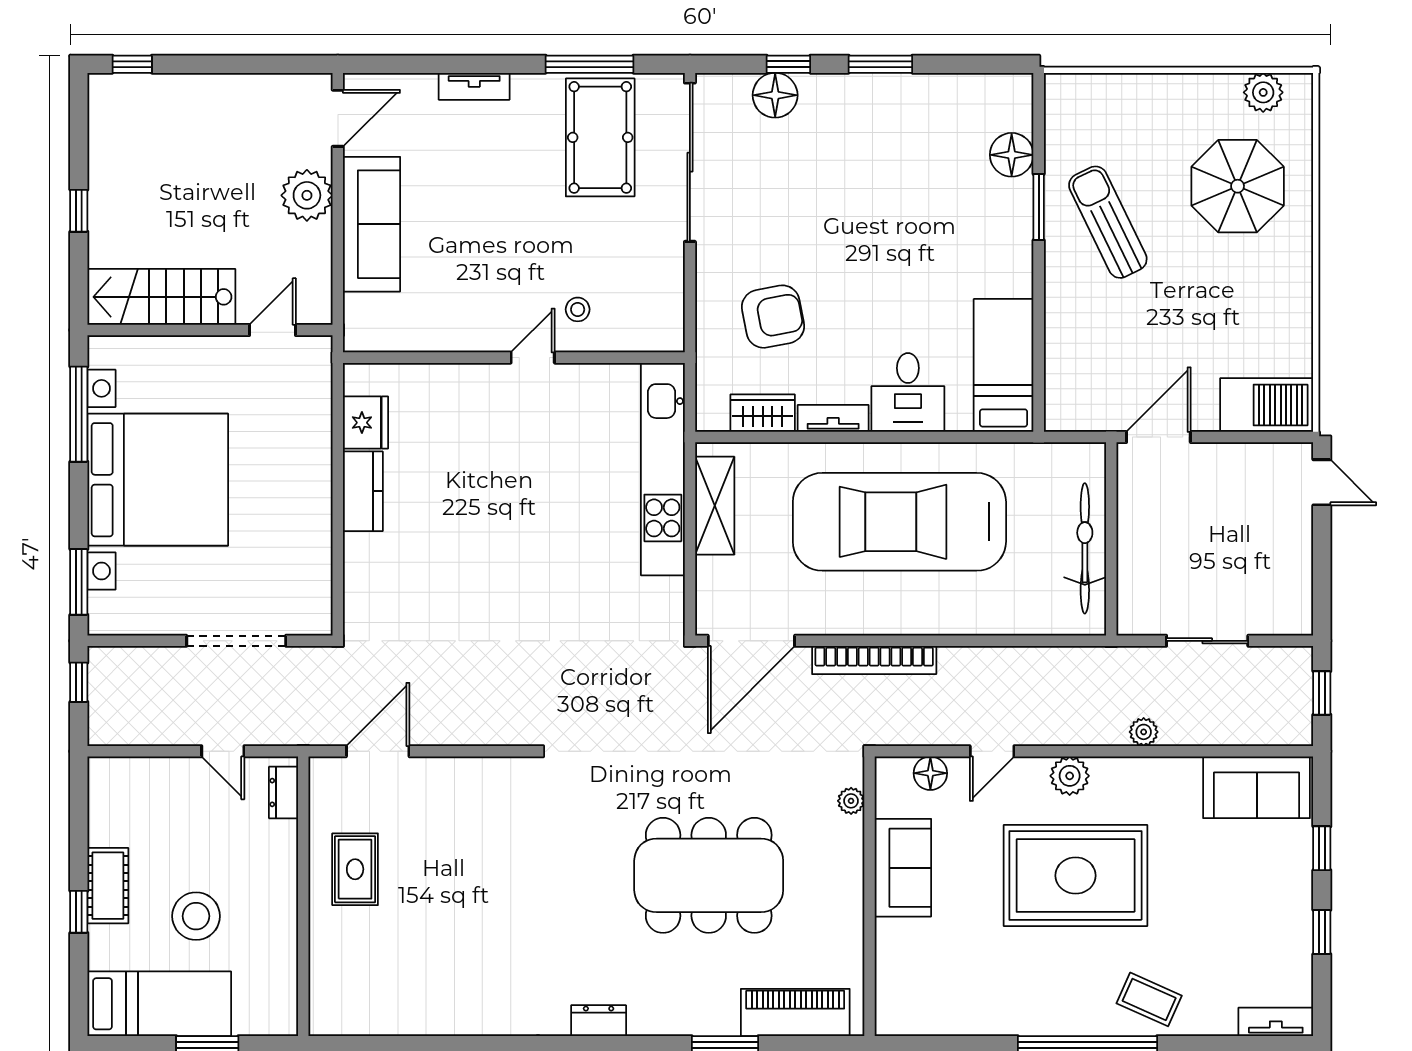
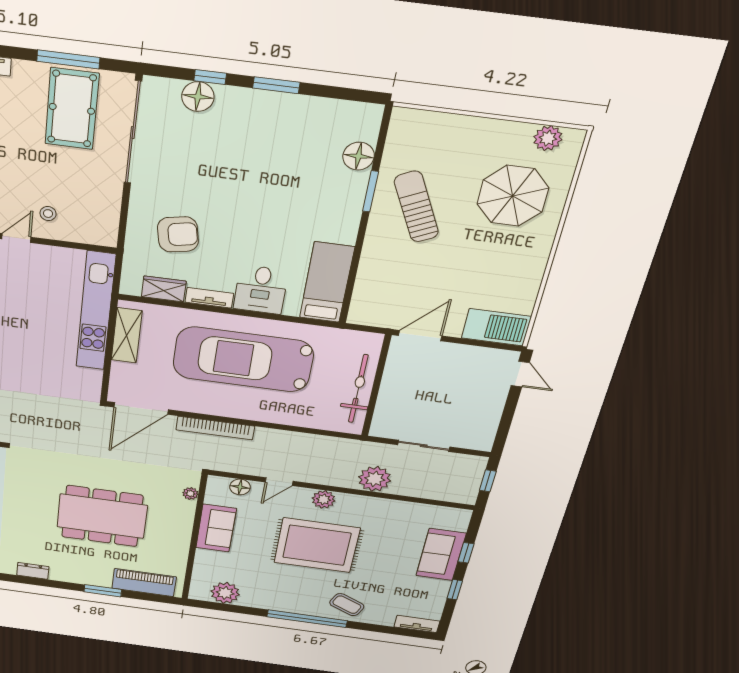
plant: (1144, 732) -> (375, 479), width x1.88, depth x1.88
sofa: (1257, 787) -> (441, 555), moved, turned 90
plant: (938, 1011) -> (225, 593), added

